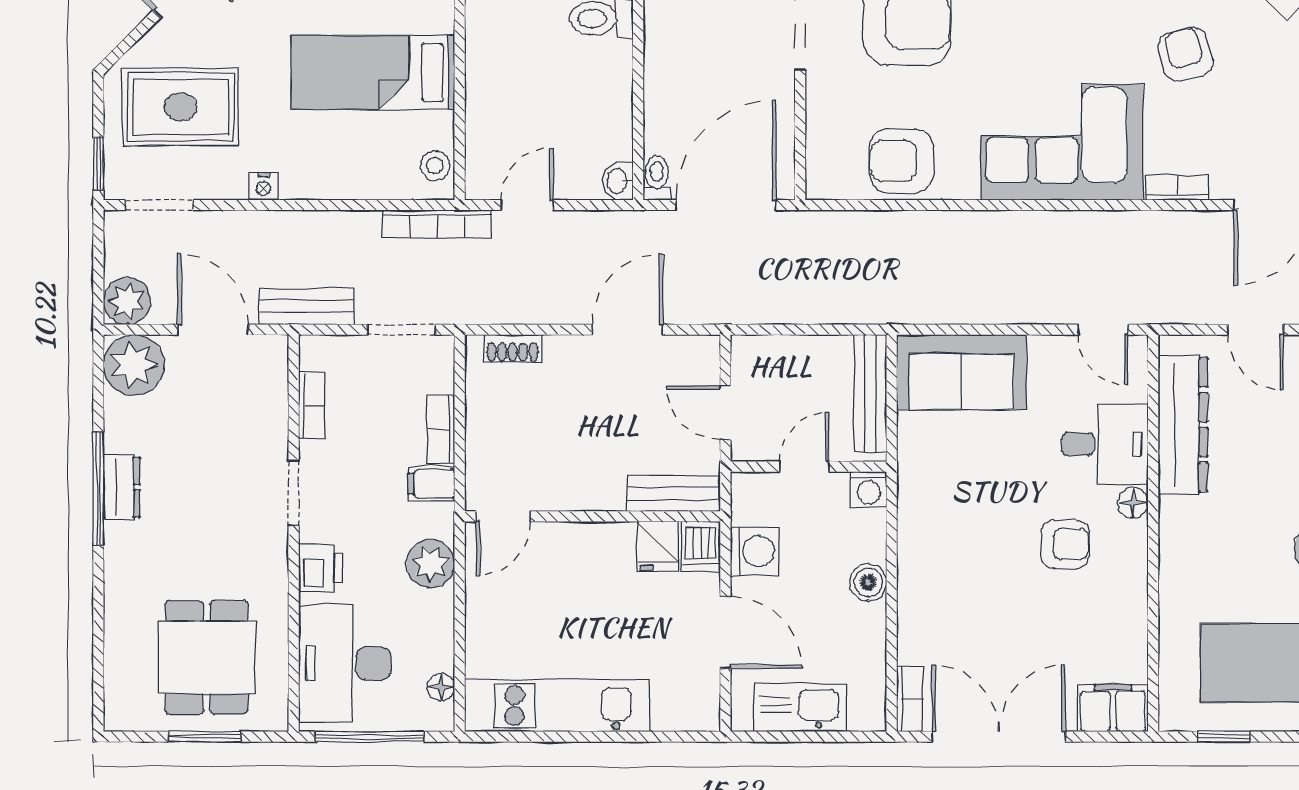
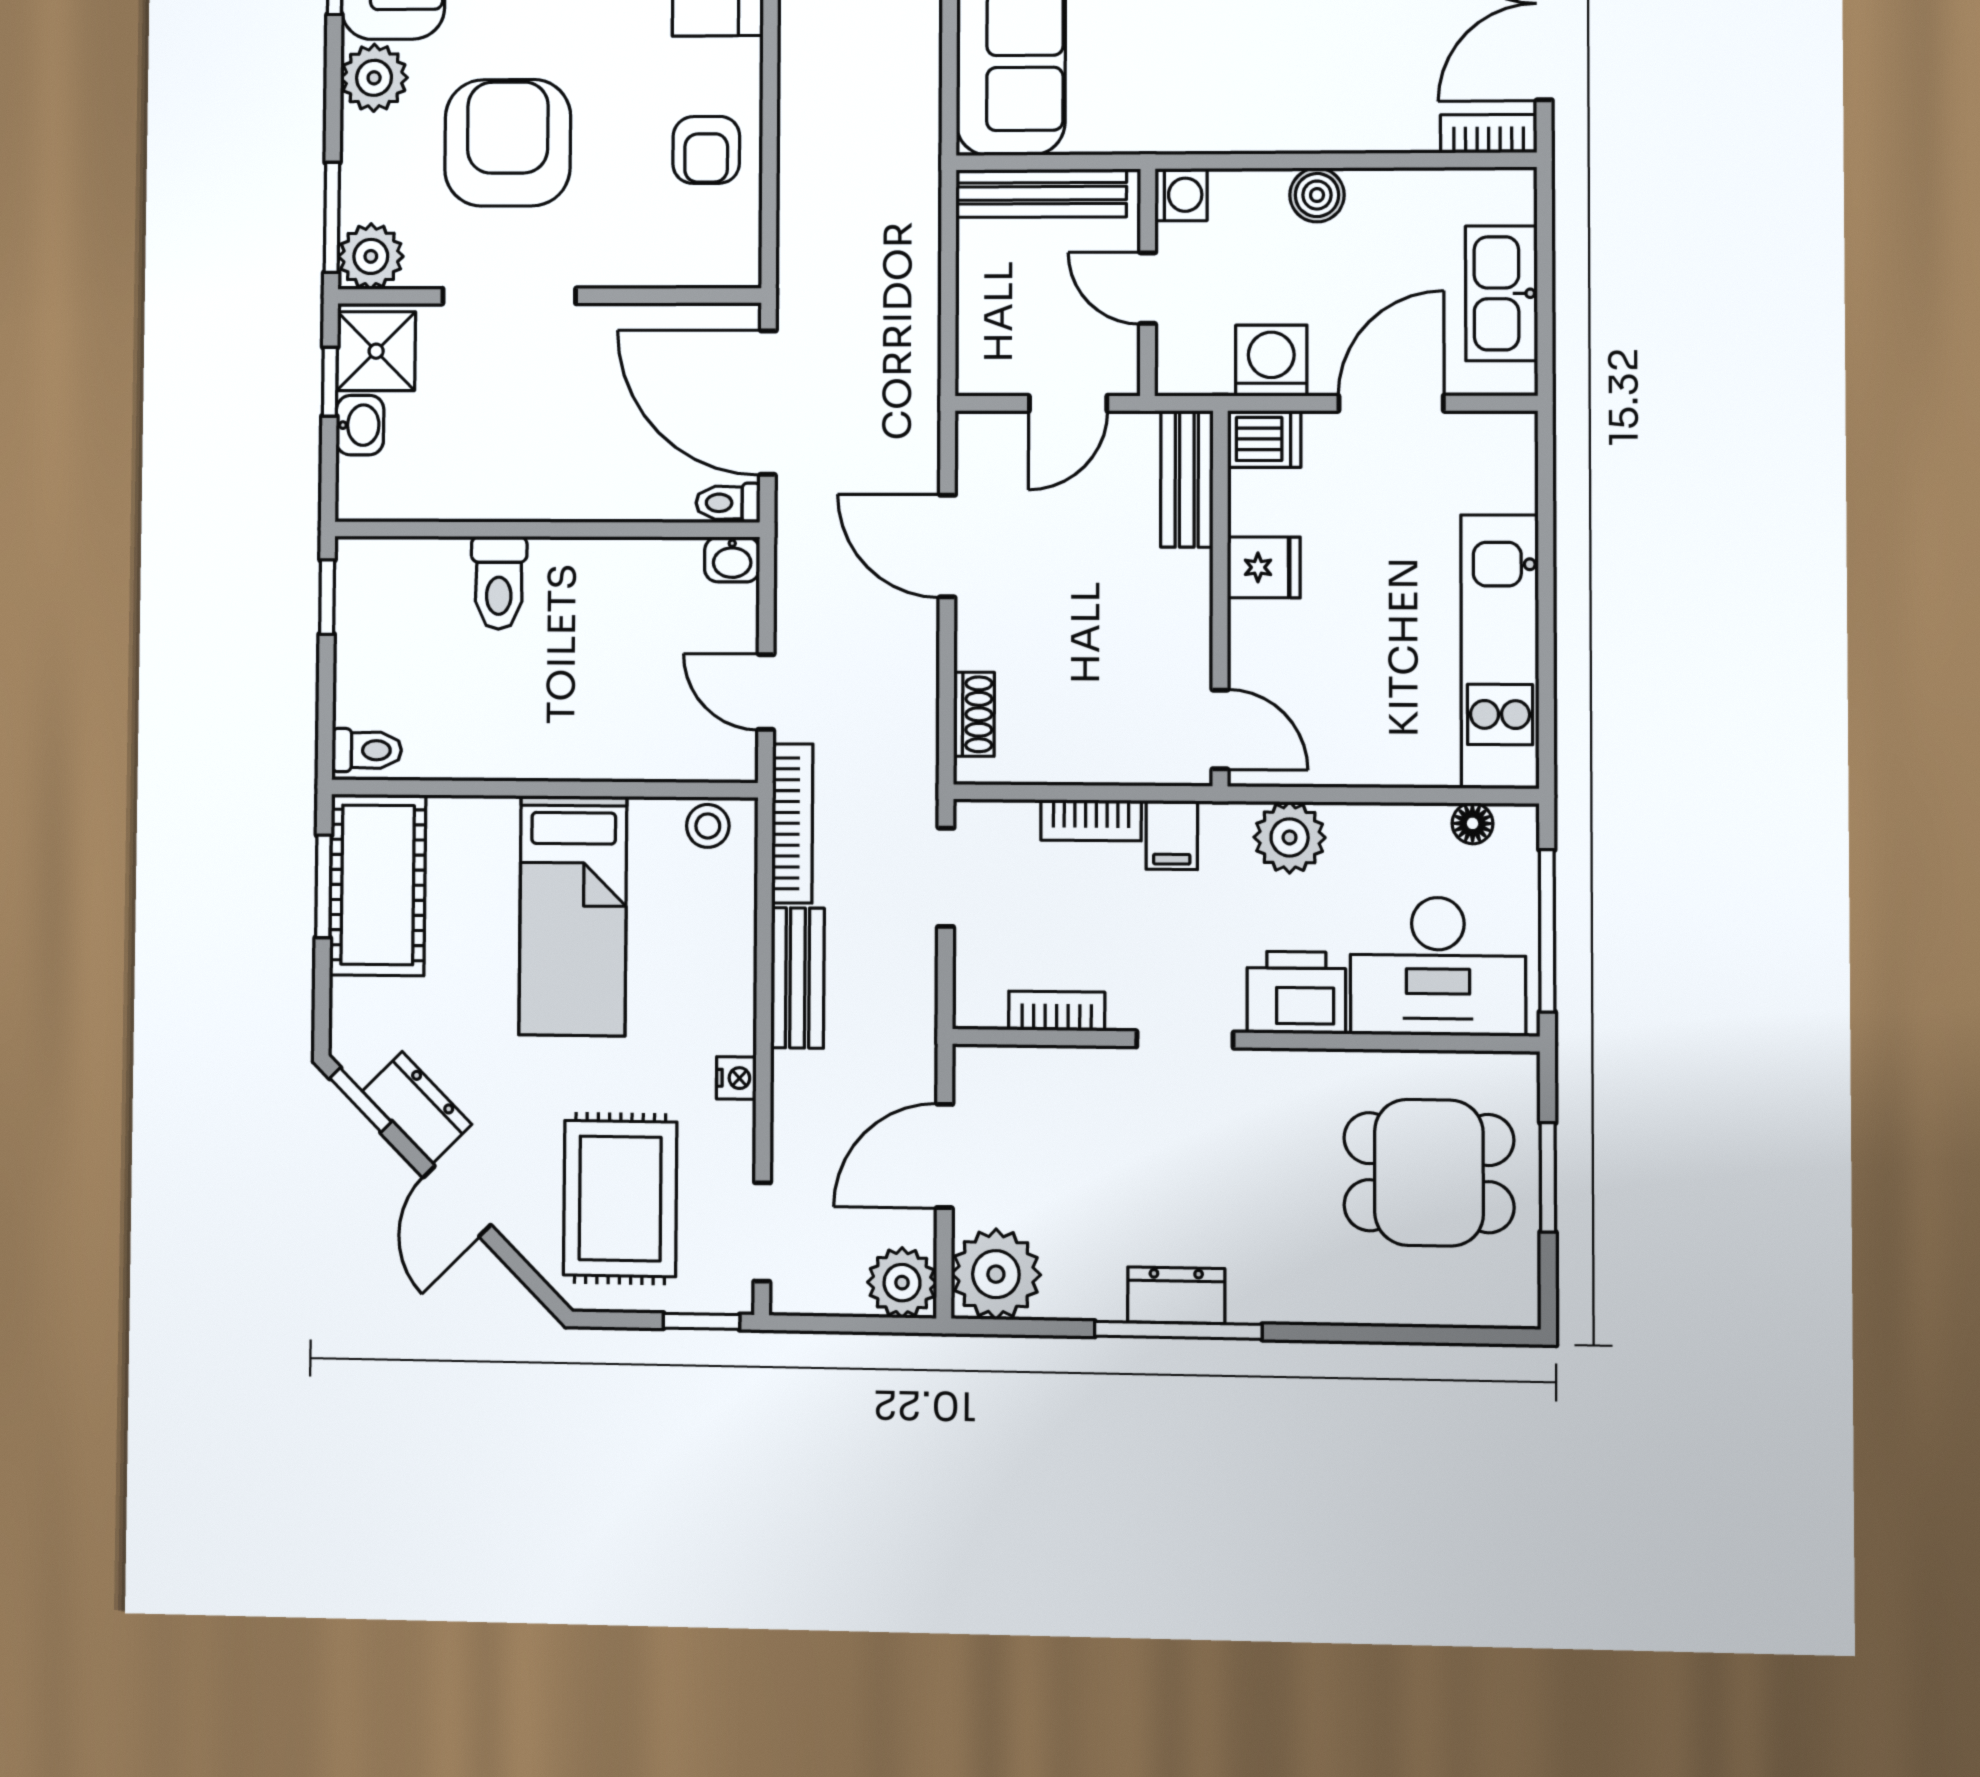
armchair: (901, 161) -> (706, 150), width x0.72, depth x0.72
bench: (307, 306) -> (798, 978), moved
fridge: (658, 546) -> (1264, 567), moved
printer: (321, 568) -> (1296, 993), width x1.36, depth x1.24

